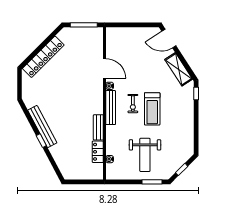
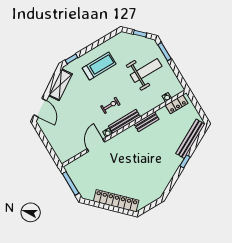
treadmill: (152, 109) -> (99, 66), moved
bench: (42, 126) -> (190, 139), moved
locker: (98, 152) -> (177, 104), moved

